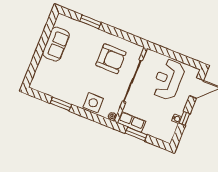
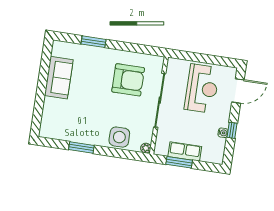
reception desk: (168, 80) -> (202, 89), turned 180
row of seats: (131, 122) -> (185, 151), moved

